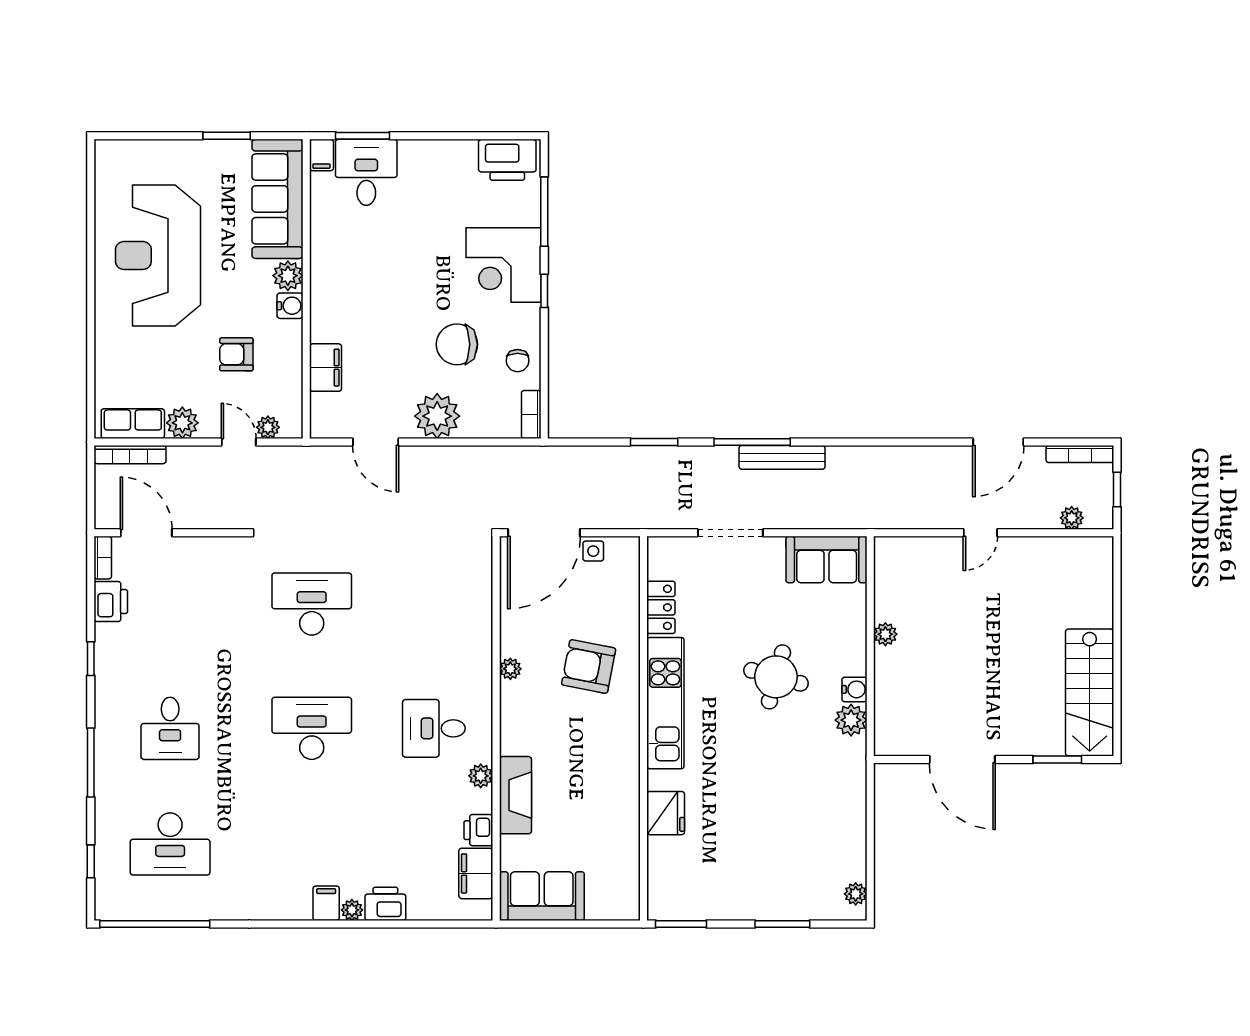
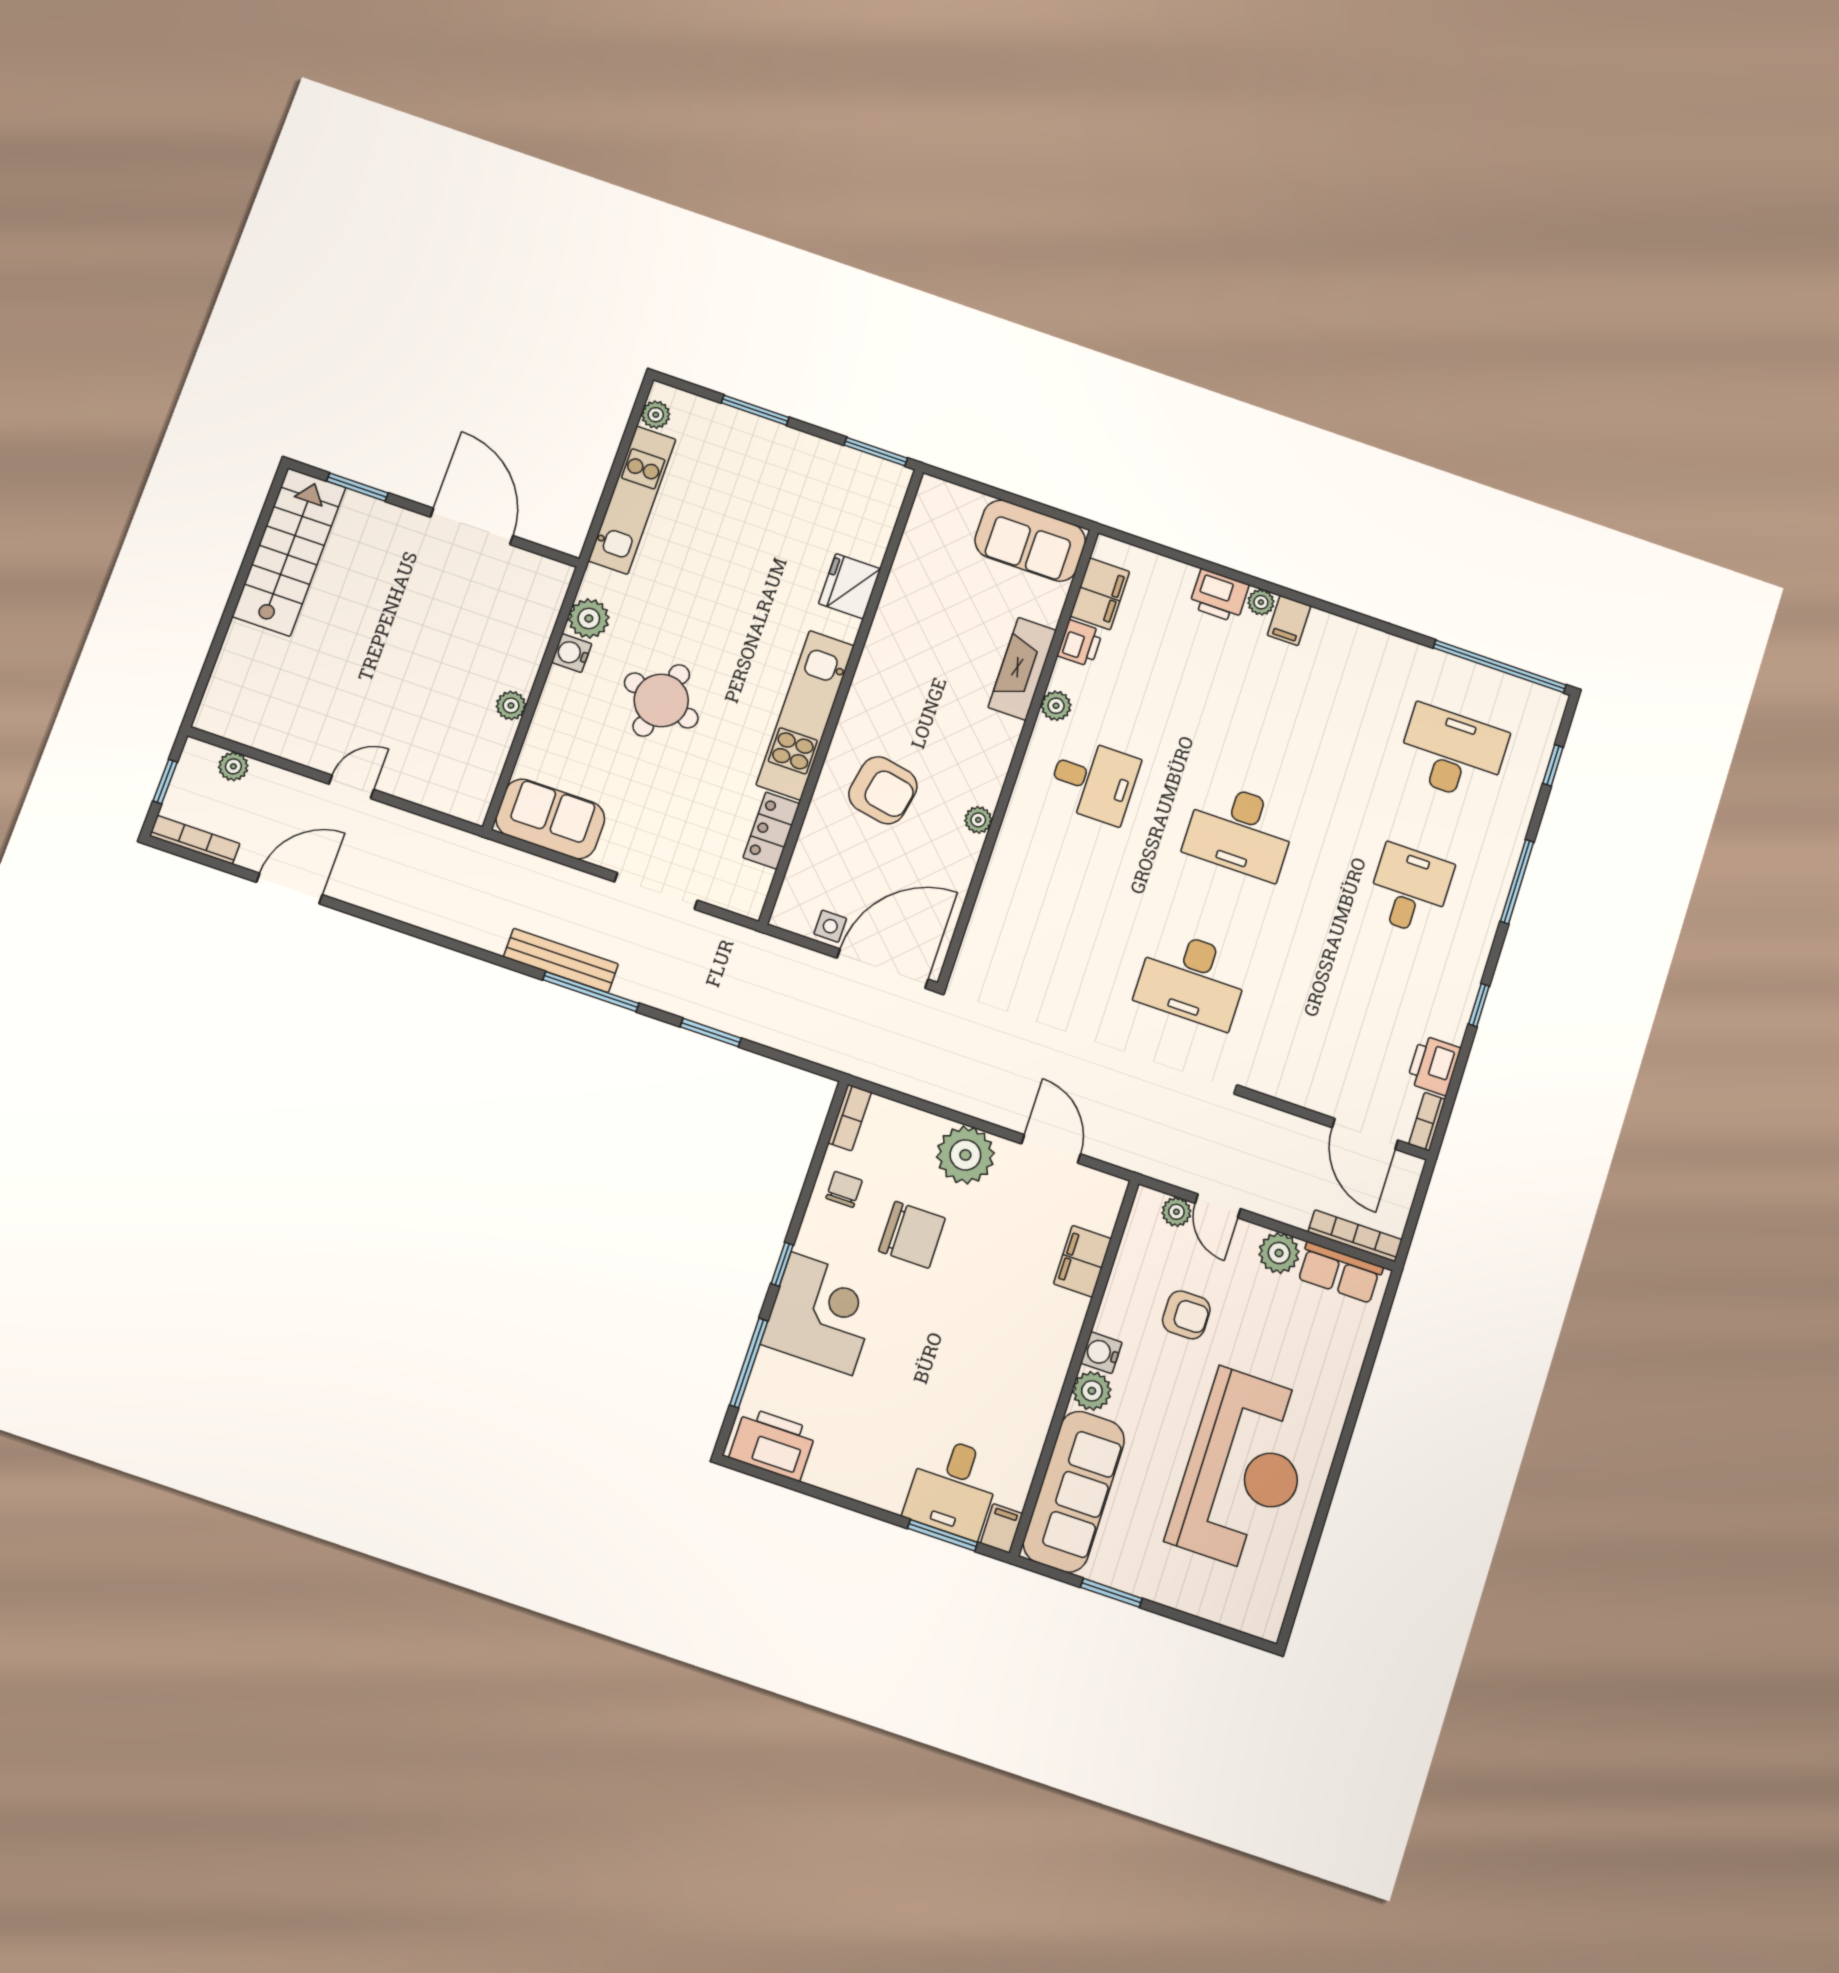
kitchen unit: (850, 822) -> (632, 500), added

